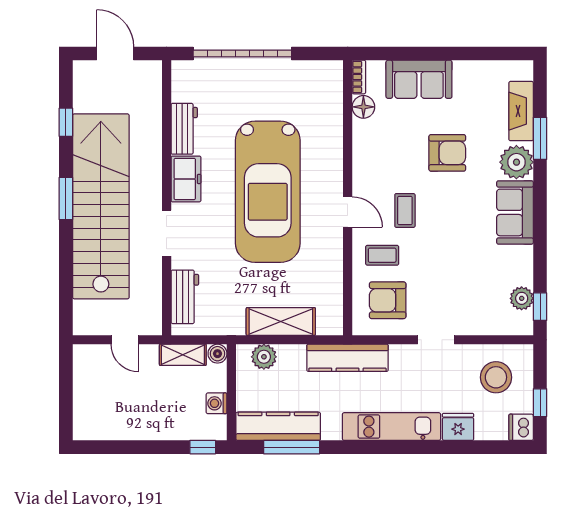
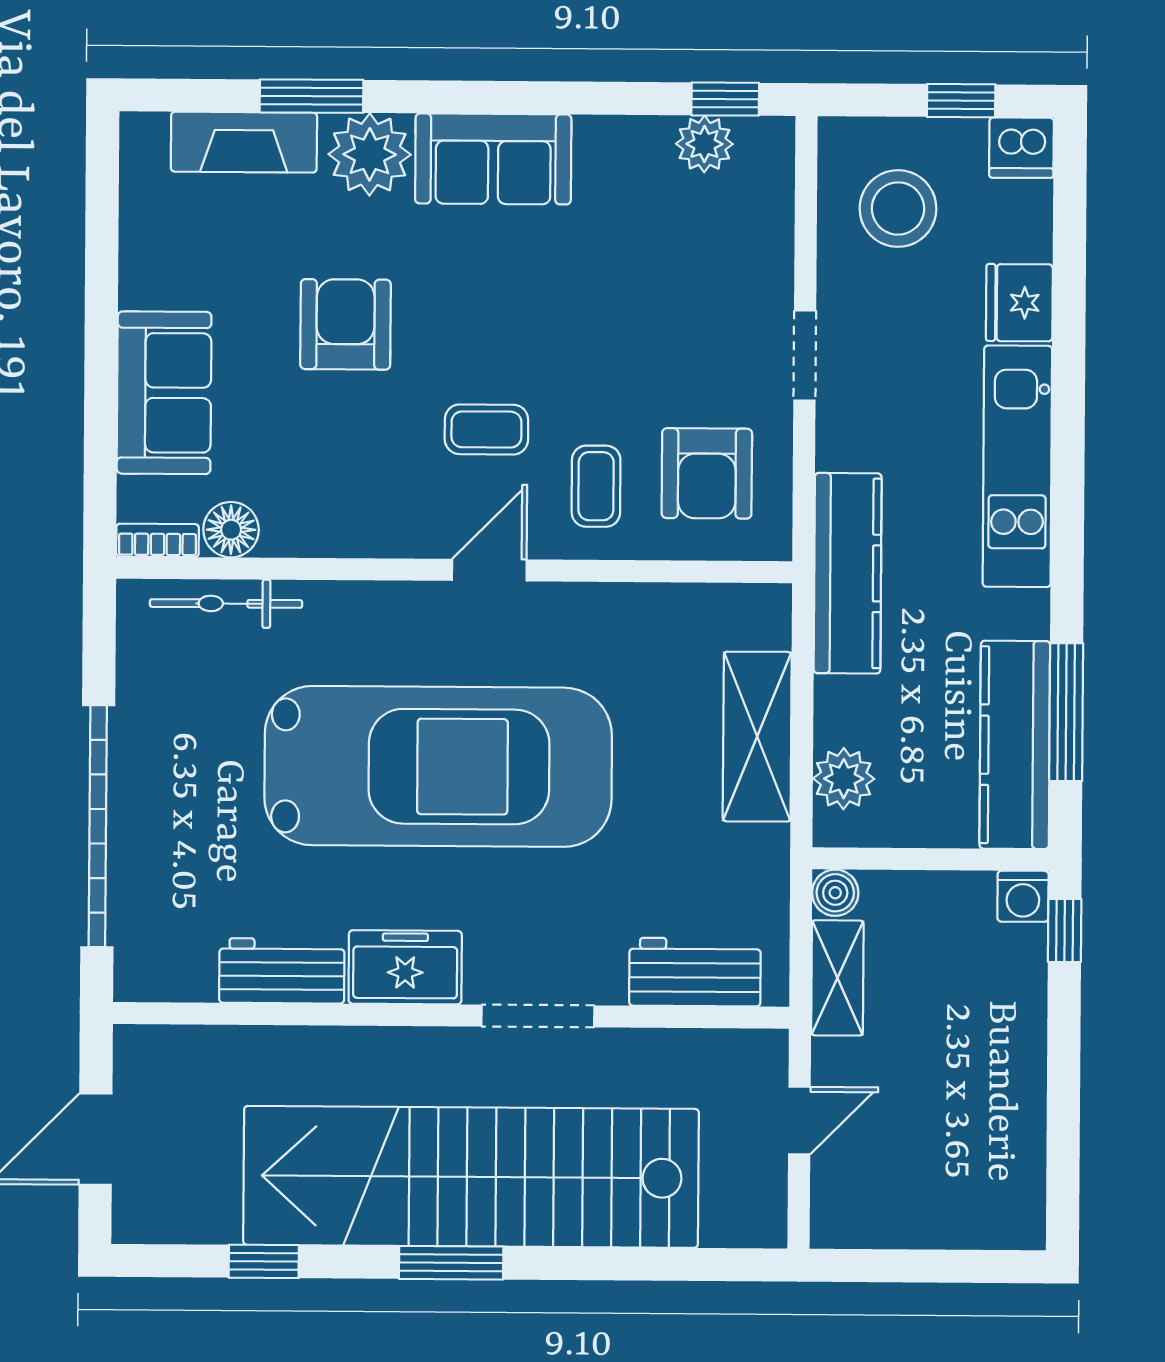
bicycle: (333, 105) -> (226, 604), added
washing machine: (217, 403) -> (1023, 896), moved

